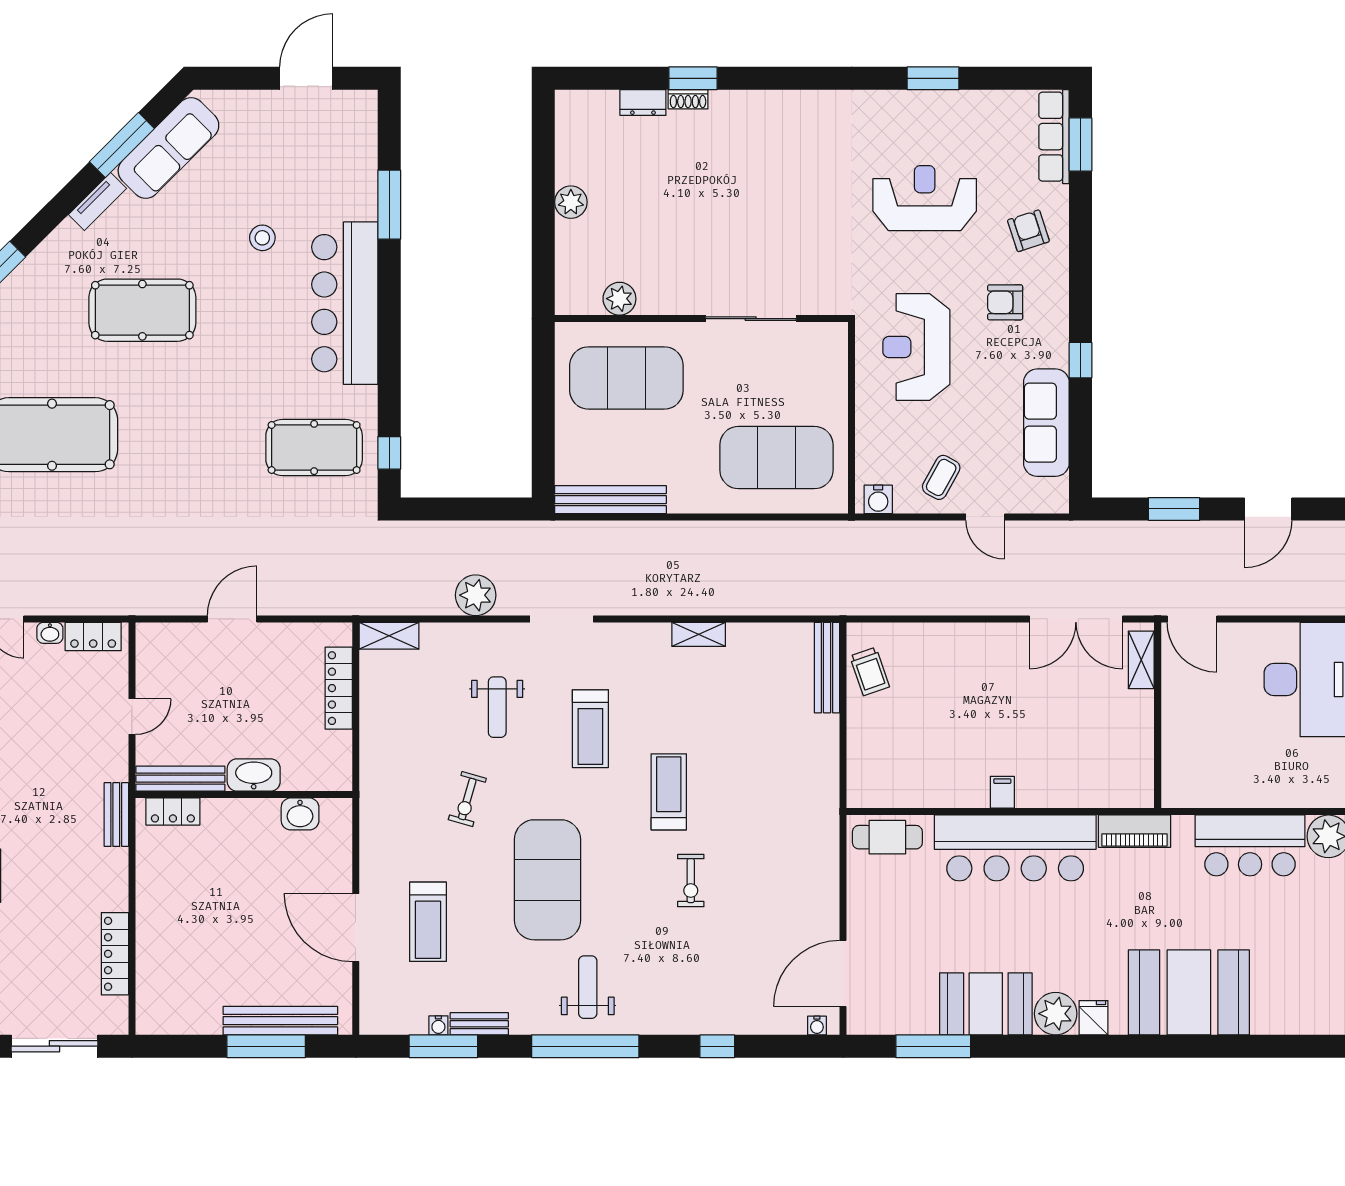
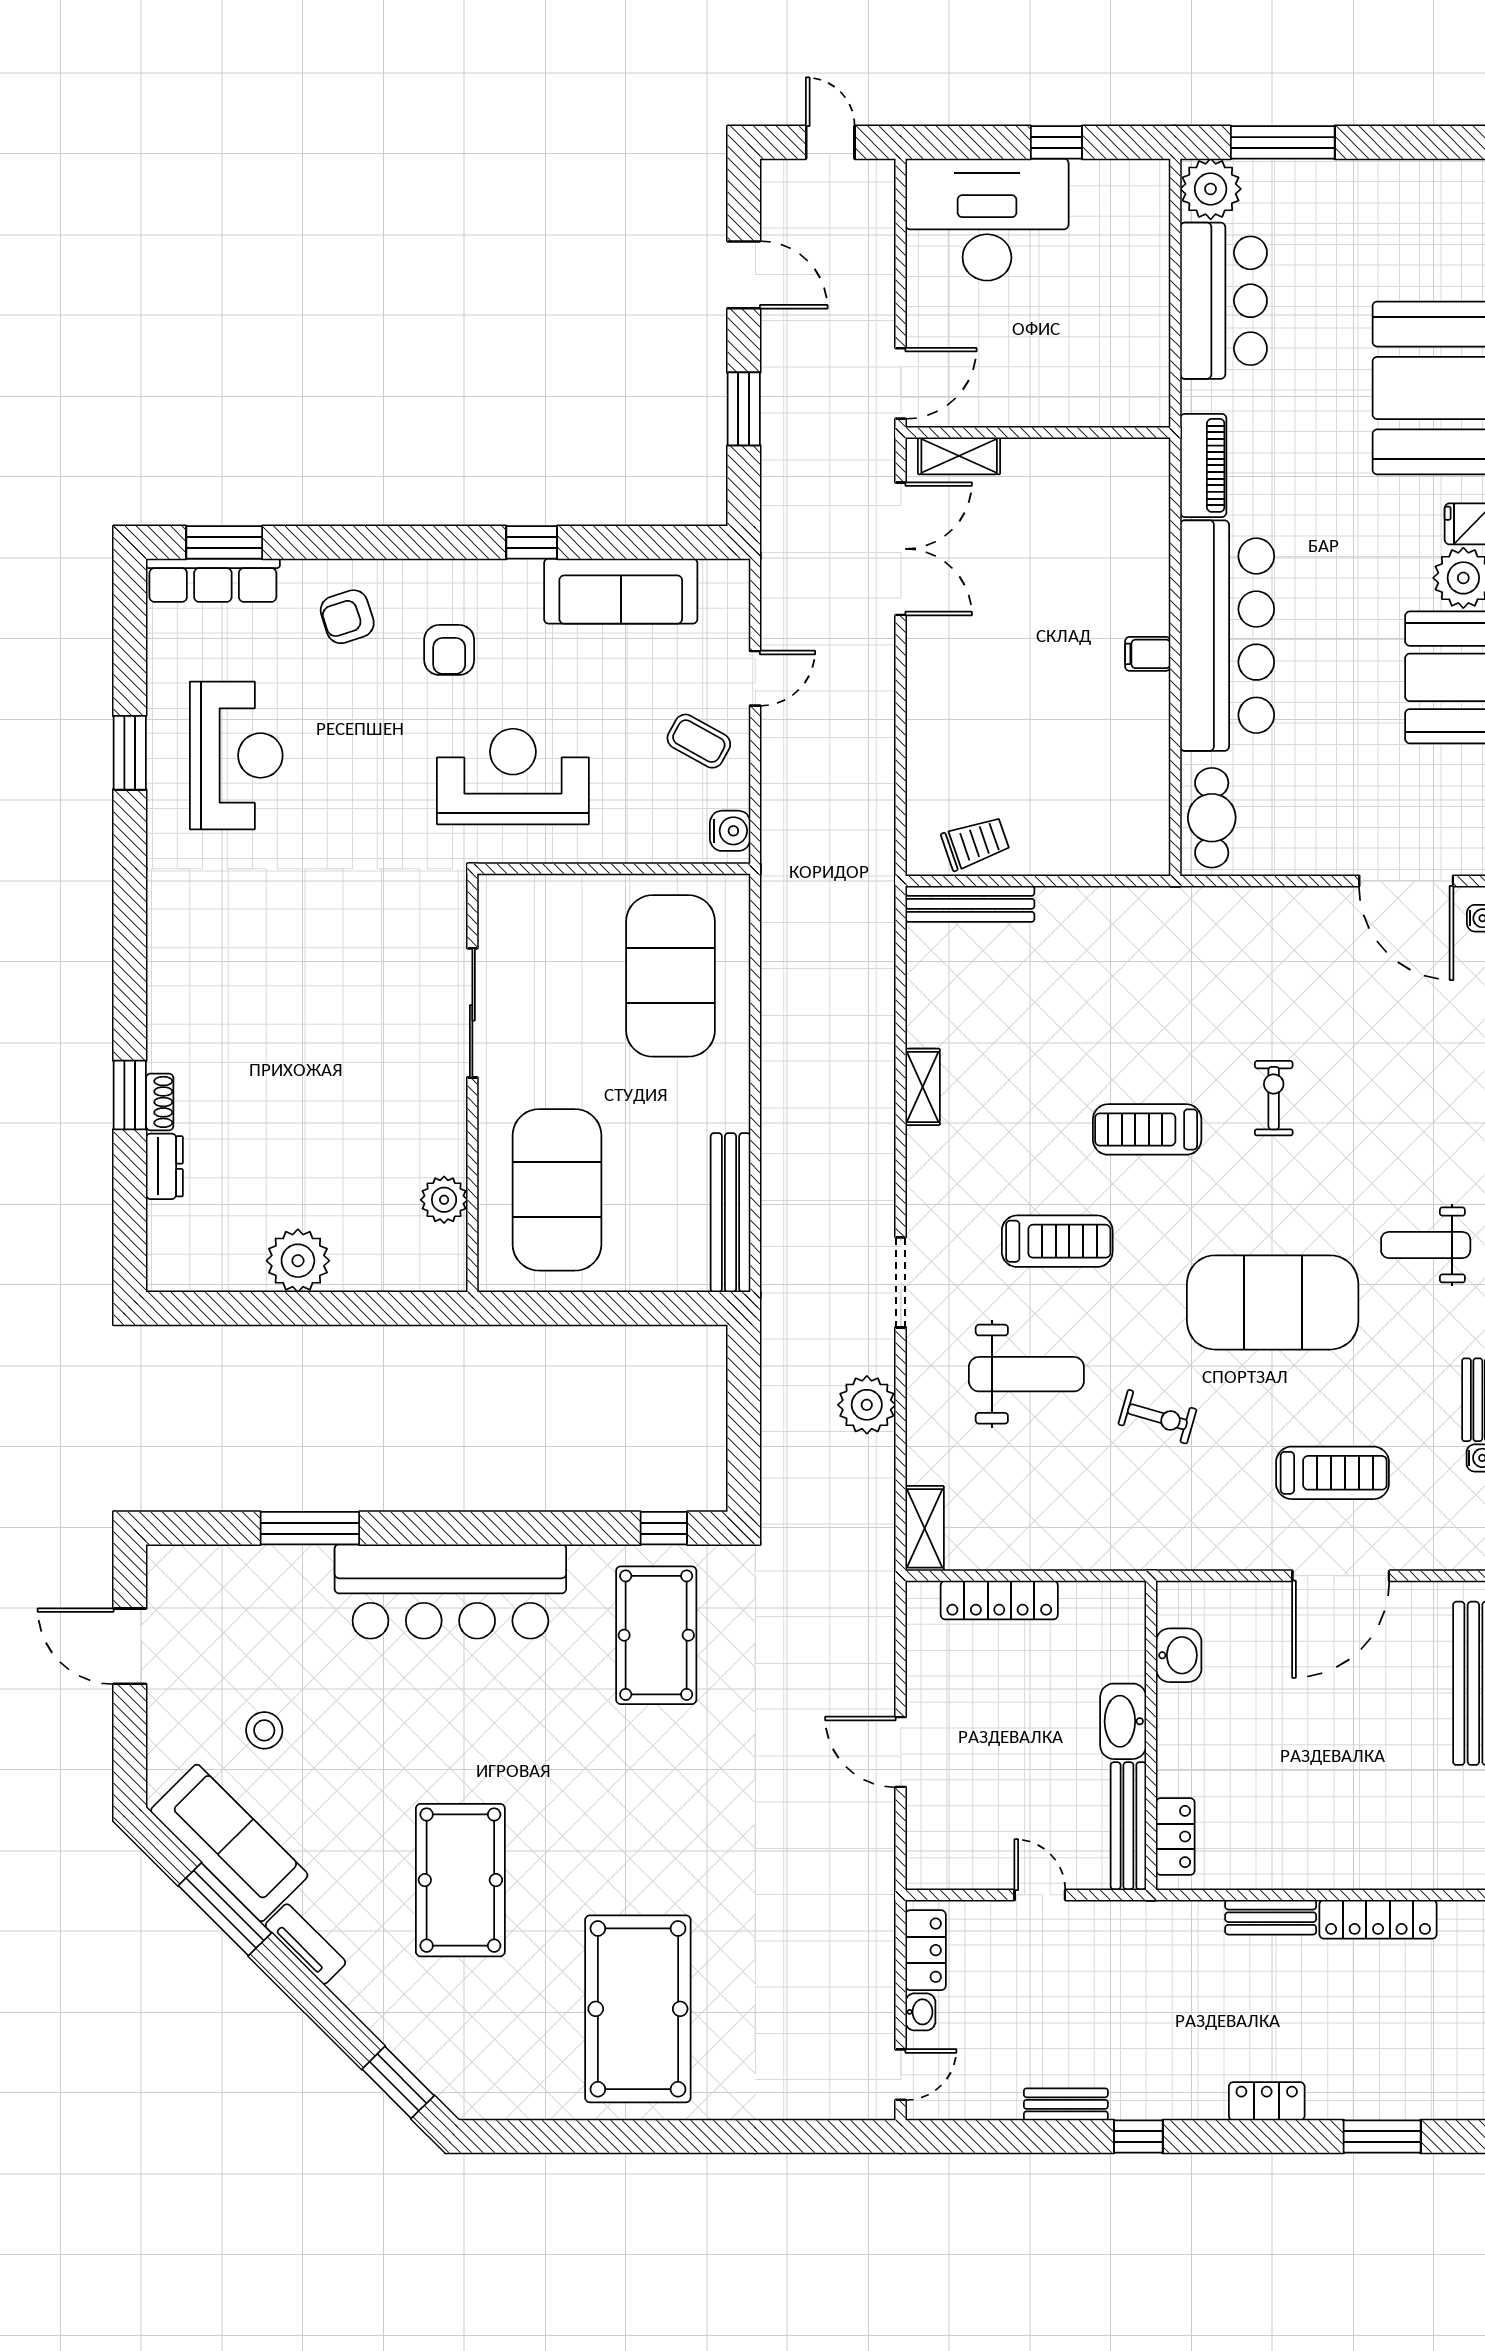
reception desk: (925, 198) -> (236, 755), moved, turned 180
plant: (571, 202) -> (298, 1261), width x1.36, depth x1.36
stool: (262, 238) -> (264, 1730), moved
reception desk: (916, 347) -> (513, 777), turned 180
weight bench: (497, 707) -> (1026, 1374), width x1.36, depth x1.33
bench: (116, 815) -> (1271, 1917), moved
exercise bike: (691, 881) -> (1274, 1098), turned -90

